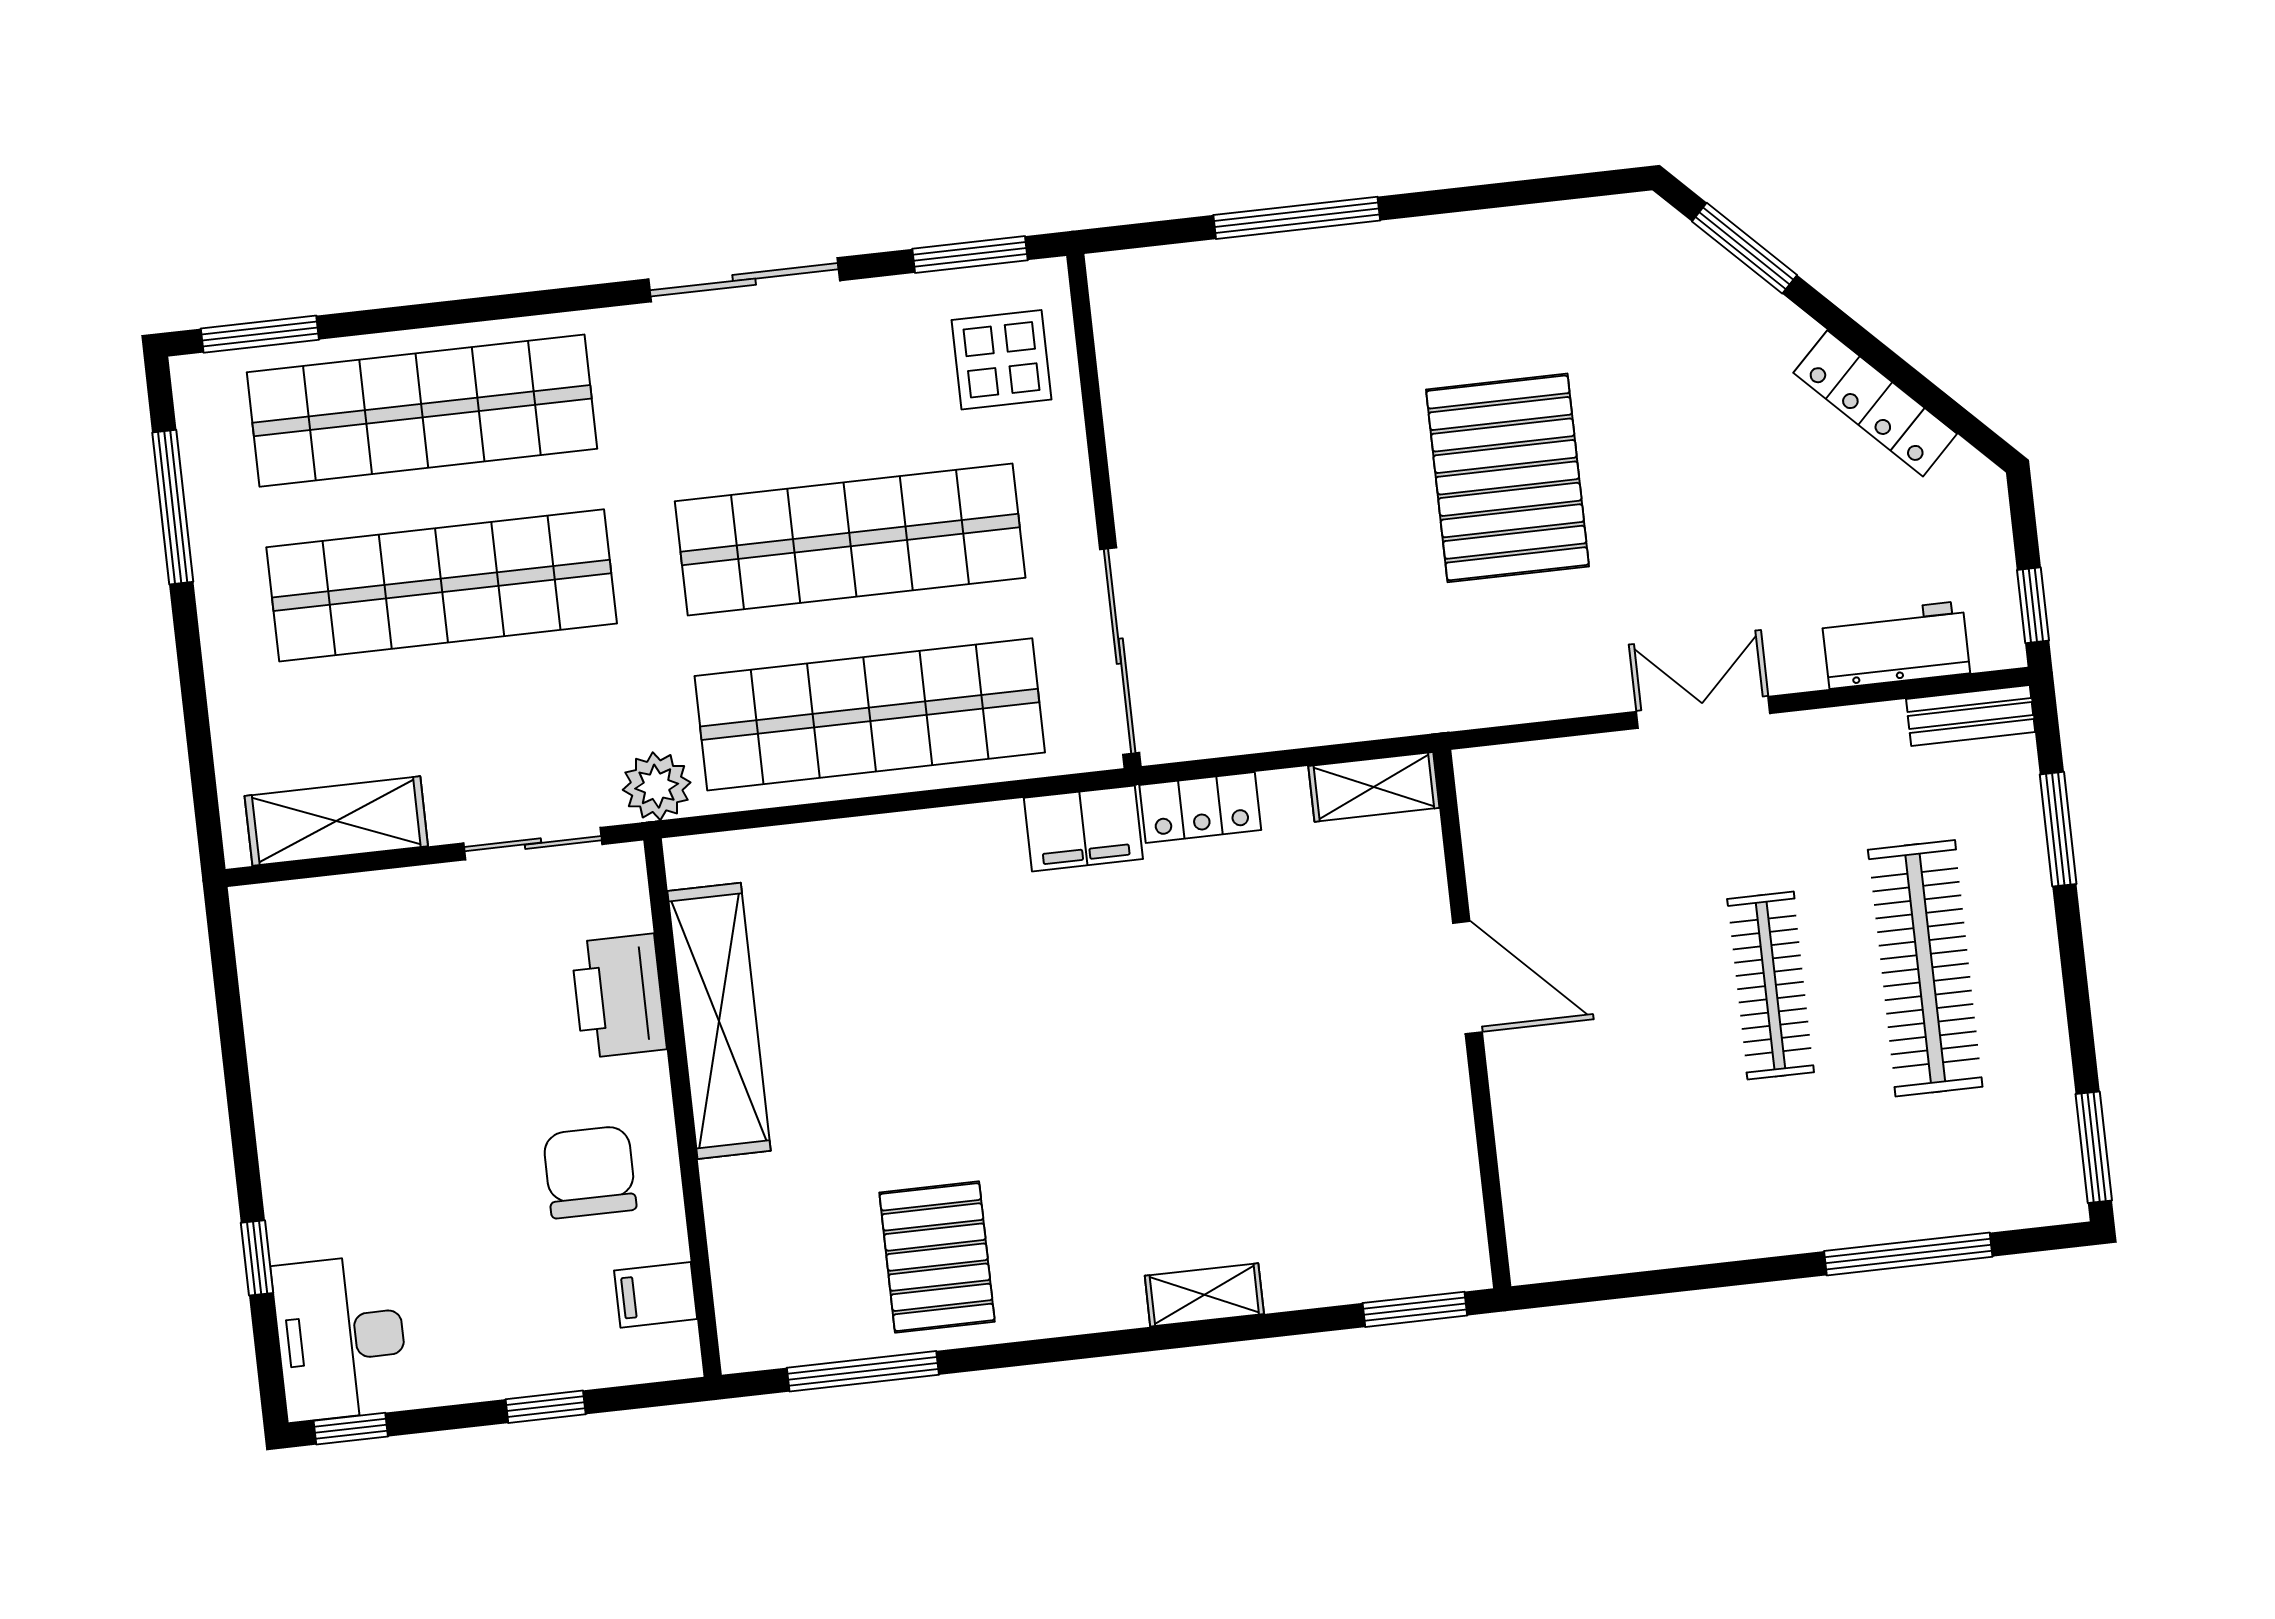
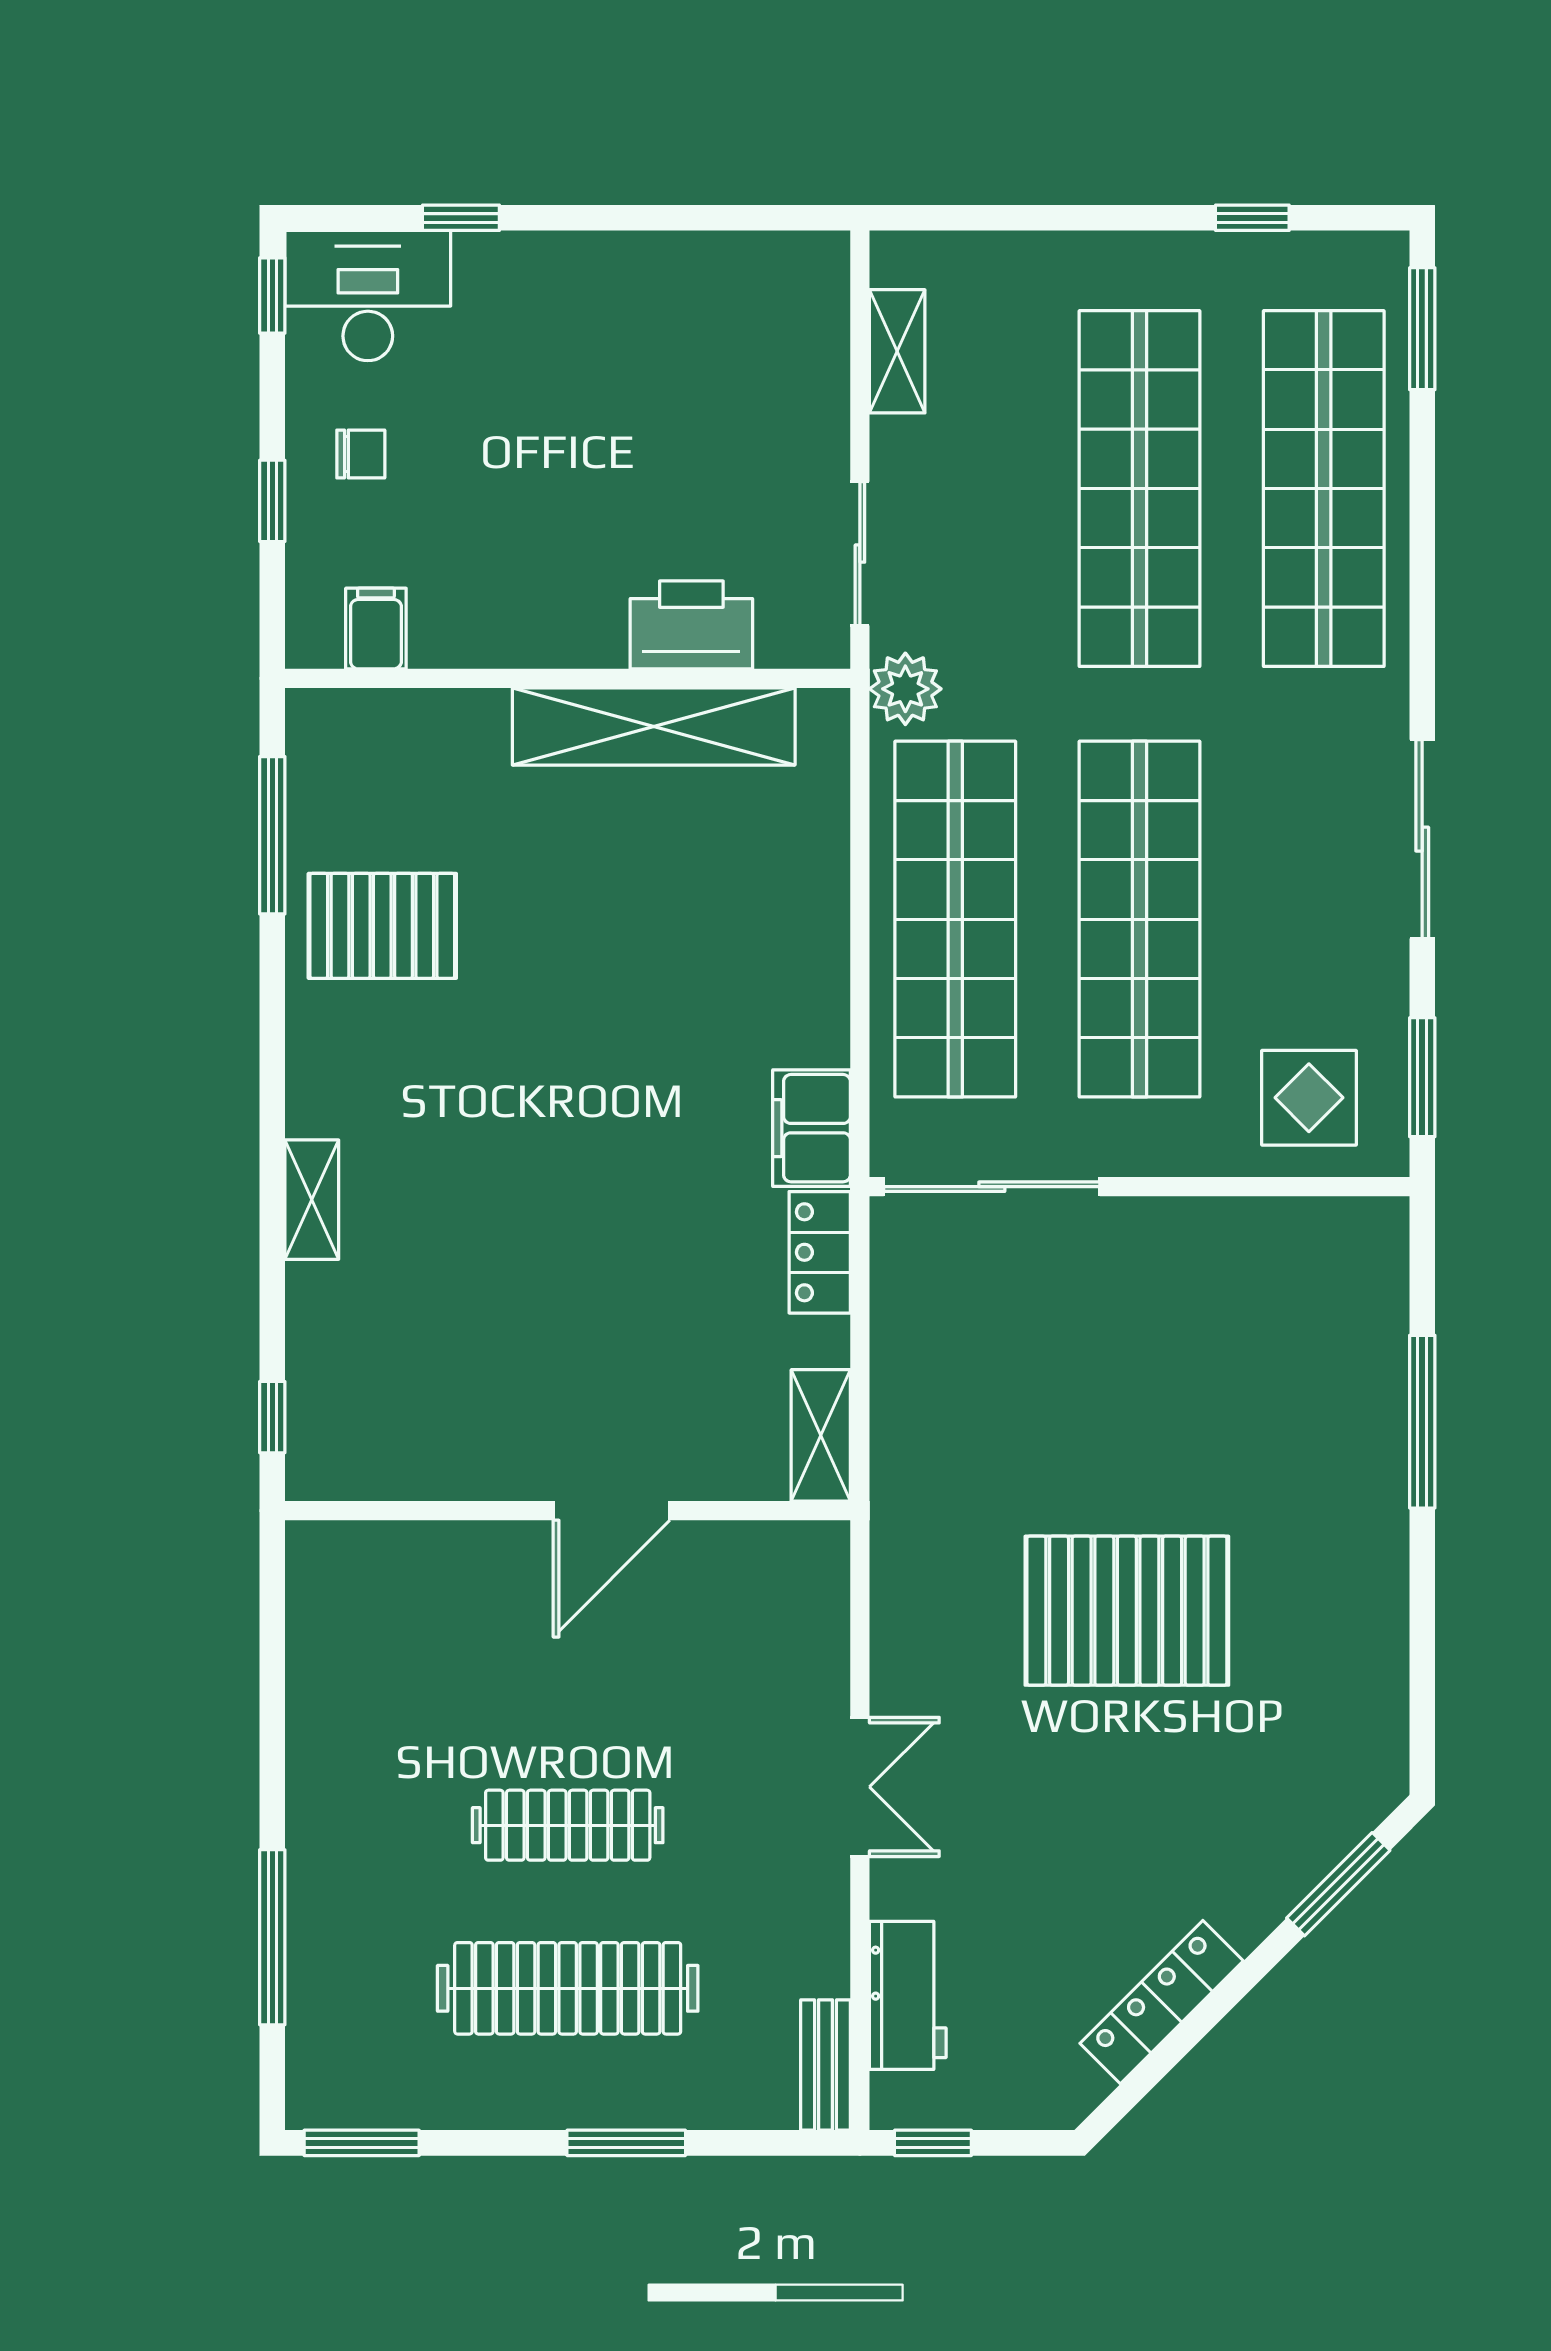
window: (173, 507) -> (1252, 218), width x0.46
shelving: (336, 821) -> (897, 351), width x0.67, depth x0.75
window: (2058, 829) -> (626, 2143), moved
chair: (590, 1172) -> (361, 454), moved, width x0.54, depth x0.54
window: (1415, 1309) -> (272, 1417), width x0.67

